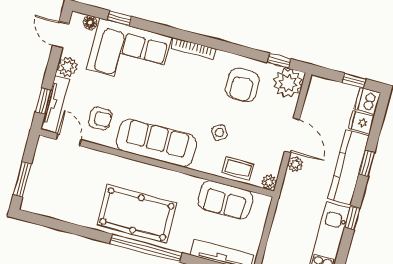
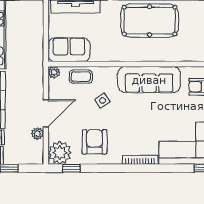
door: (292, 135) -> (46, 113), swing flipped
plant: (295, 164) -> (37, 134), moved
sofa: (226, 200) -> (69, 50), moved

